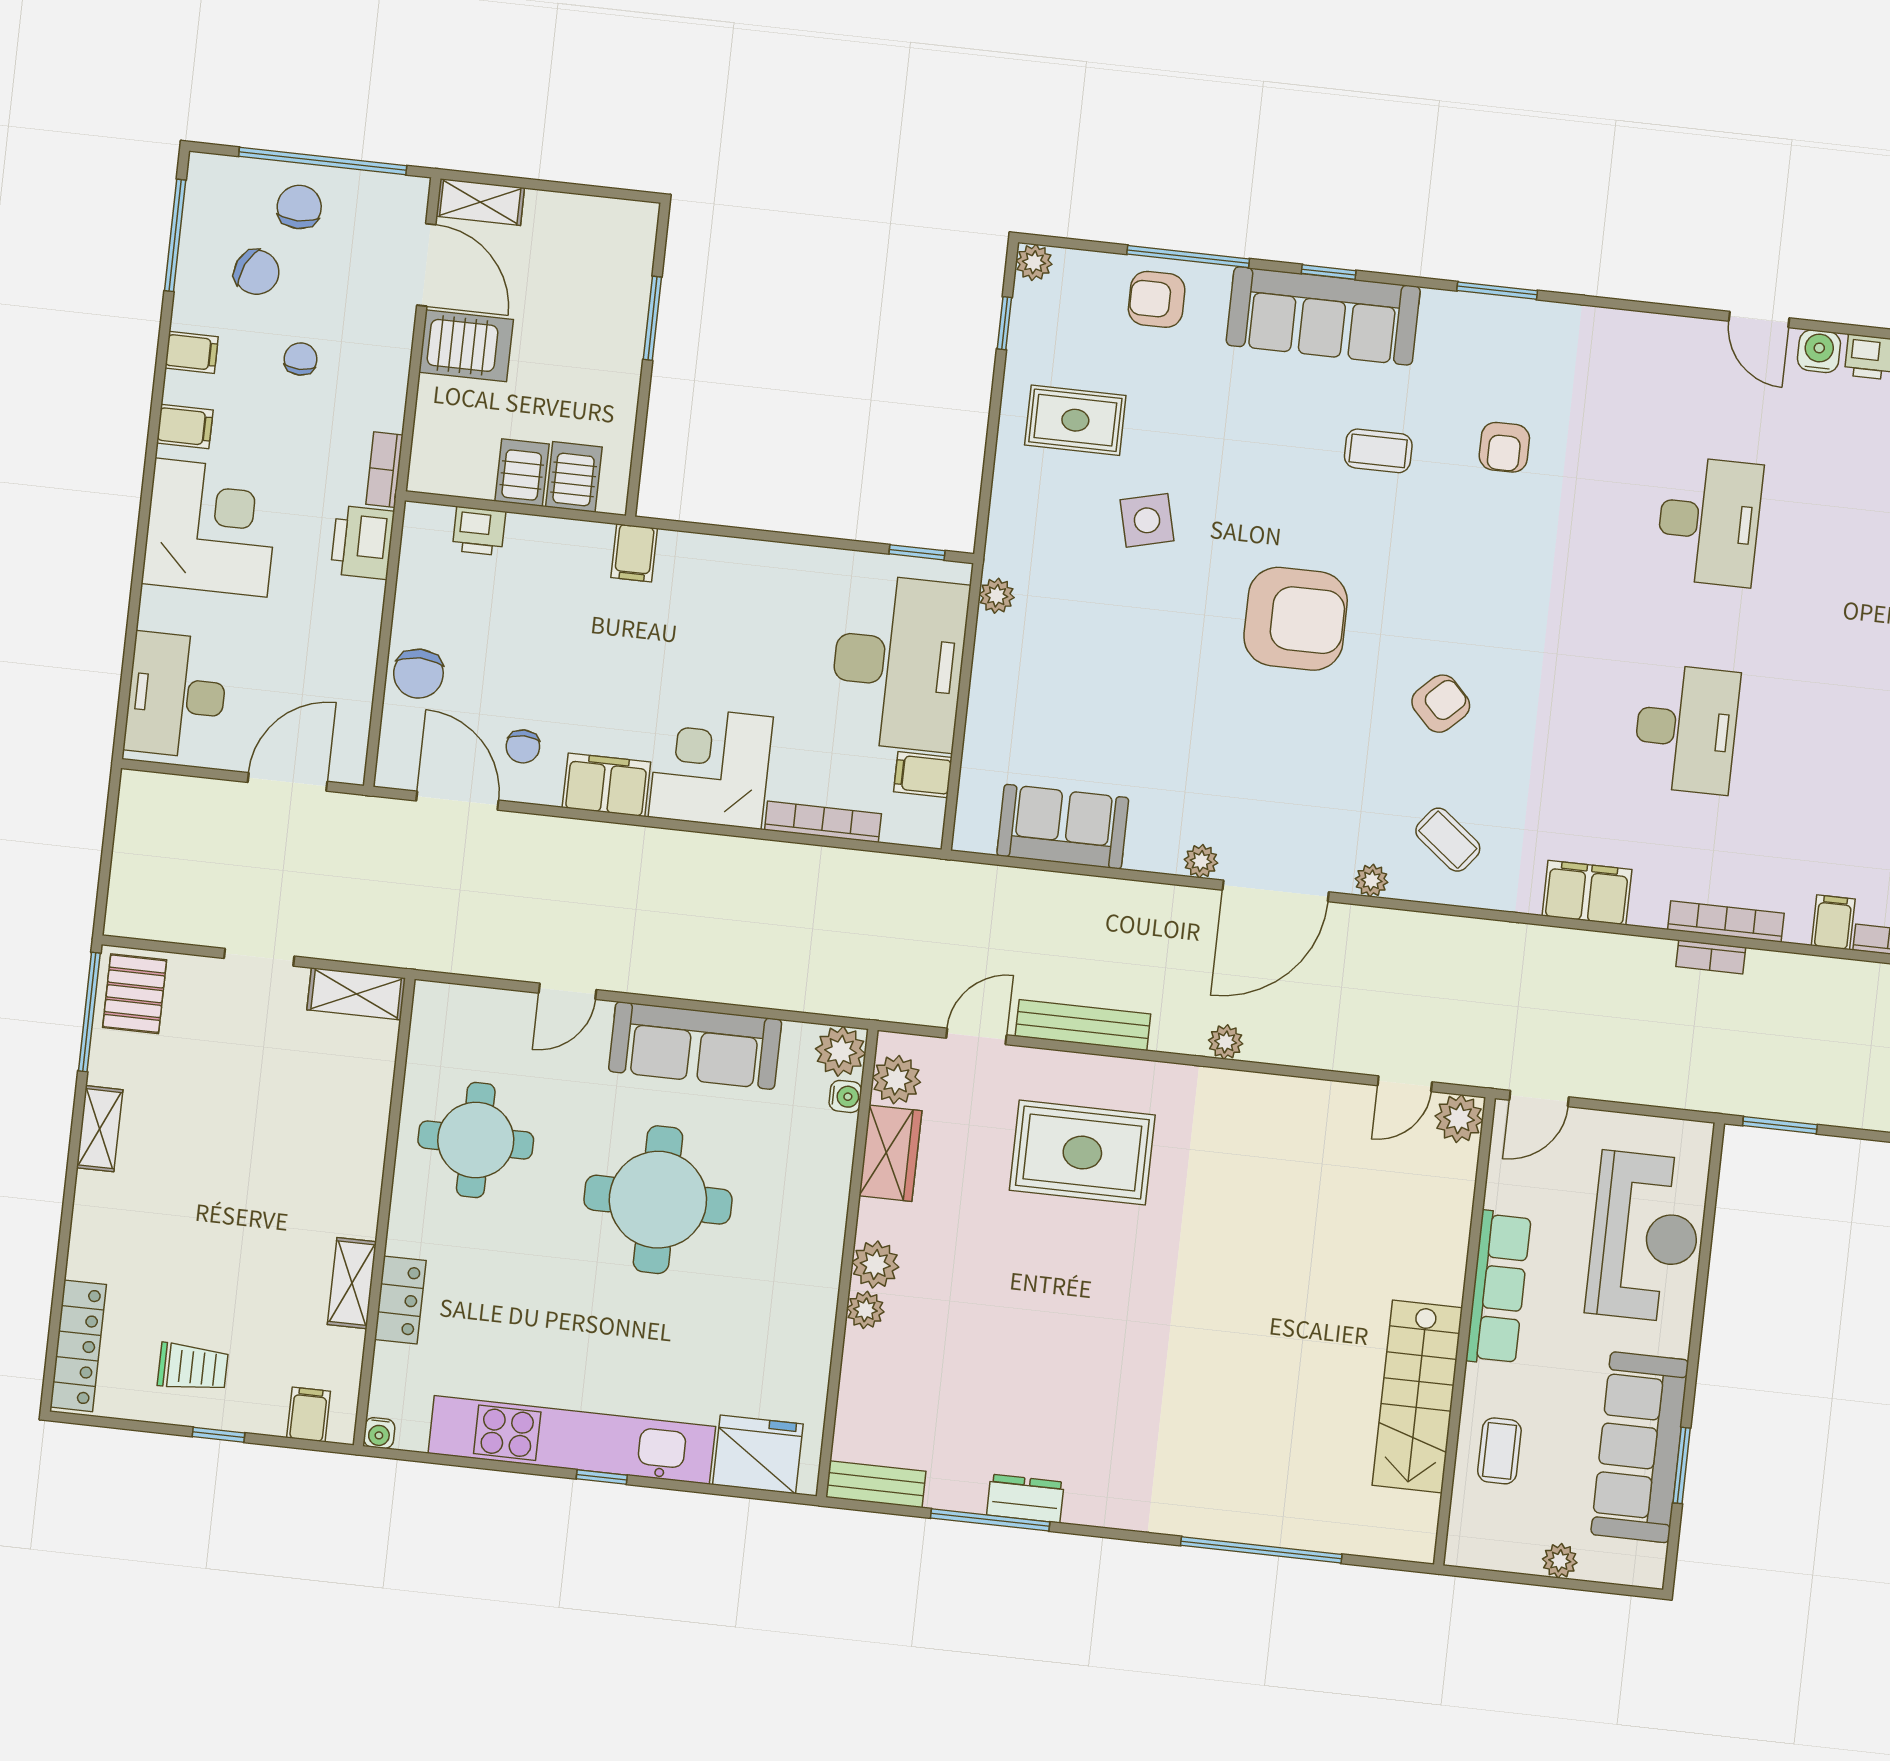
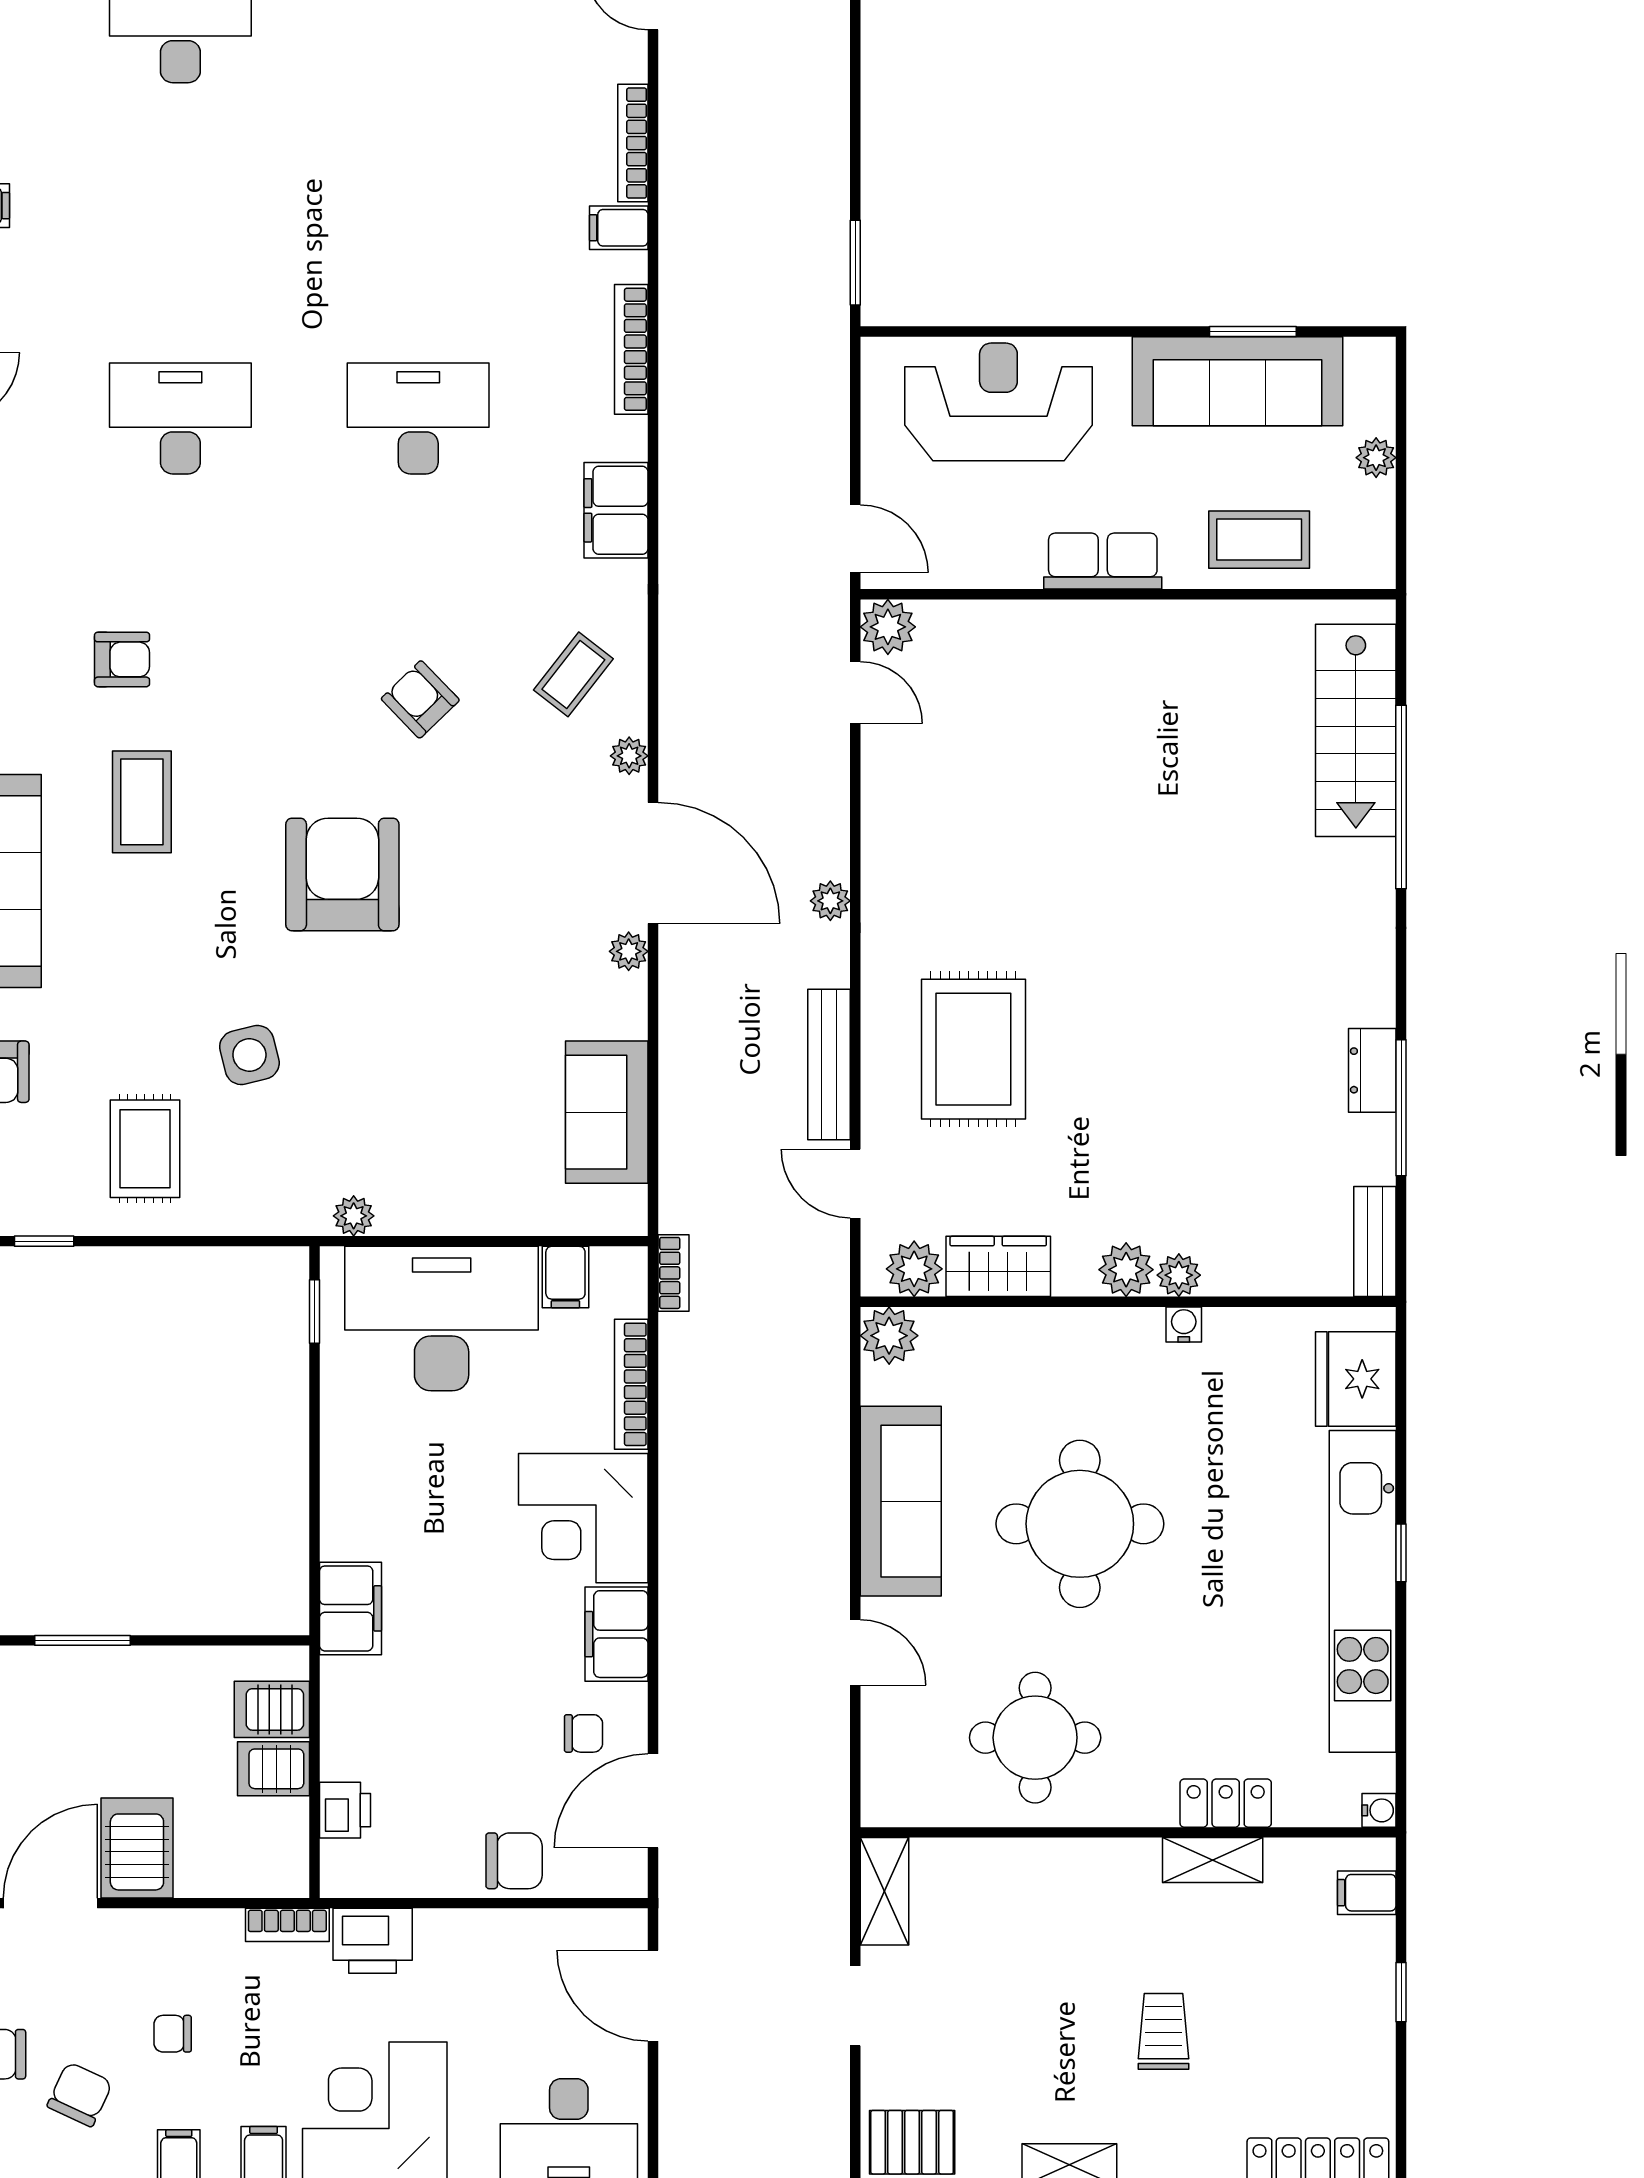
coffee table: (1378, 451) -> (142, 802), width x1.36, depth x1.30
filing cabinet: (634, 553) -> (350, 1608), width x2.00
bookcase: (1711, 957) -> (673, 1273), moved
water cooler: (845, 1096) -> (1184, 1325), moved
row of seats: (1498, 1288) -> (1103, 561), width x0.68
trolley: (193, 1367) -> (1164, 2031), moved
stairs: (1417, 1396) -> (1356, 730), moved, turned 90
coffee table: (1499, 1451) -> (1259, 540), width x1.36, depth x1.30

